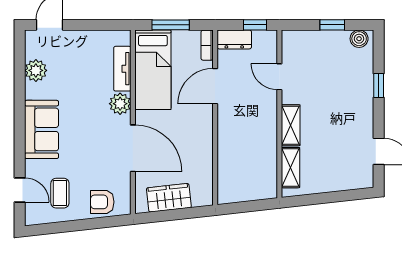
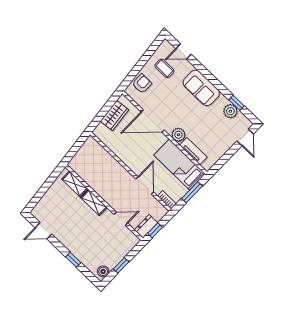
dresser: (234, 39) -> (146, 226), moved
window: (20, 73) -> (236, 103), added

